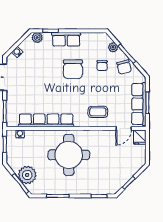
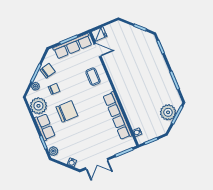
plant: (91, 42) -> (38, 106), added
round table: (69, 155) -> (138, 86), removed

